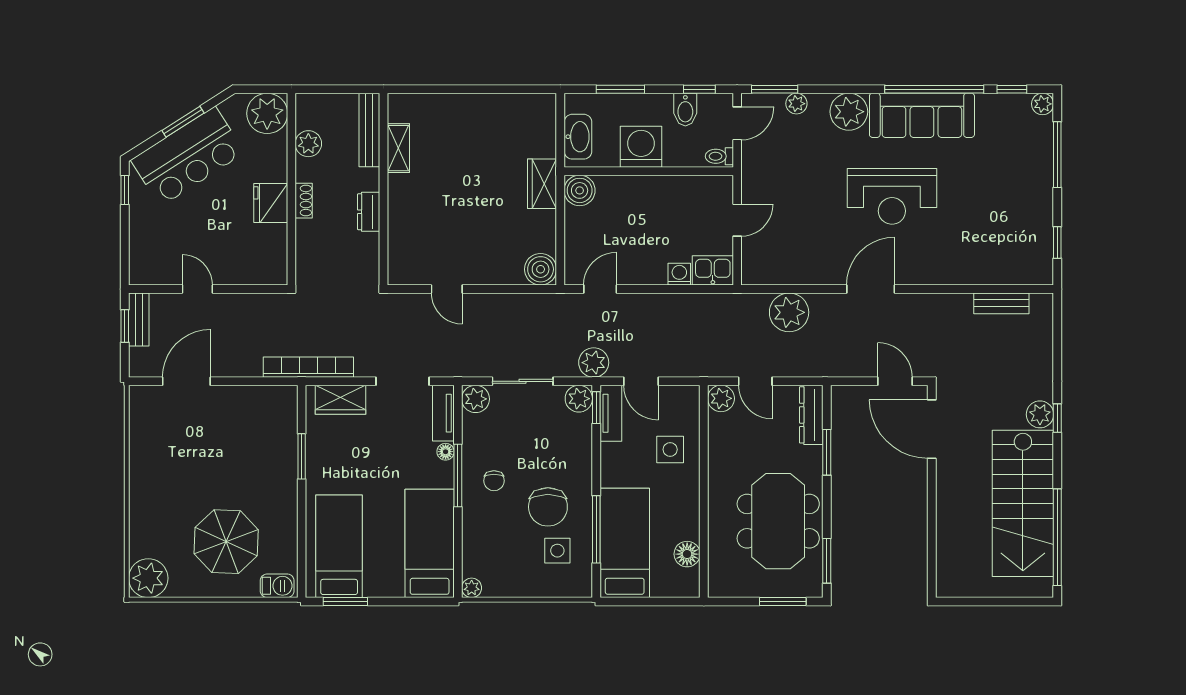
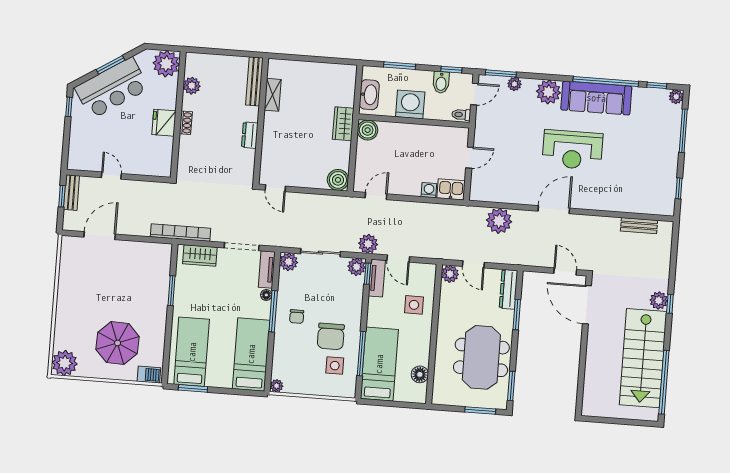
bench: (369, 130) -> (254, 81), moved
shelving: (398, 148) -> (273, 95), moved
wall: (384, 189) -> (261, 121), moved
dresser: (369, 212) -> (250, 135), moved

